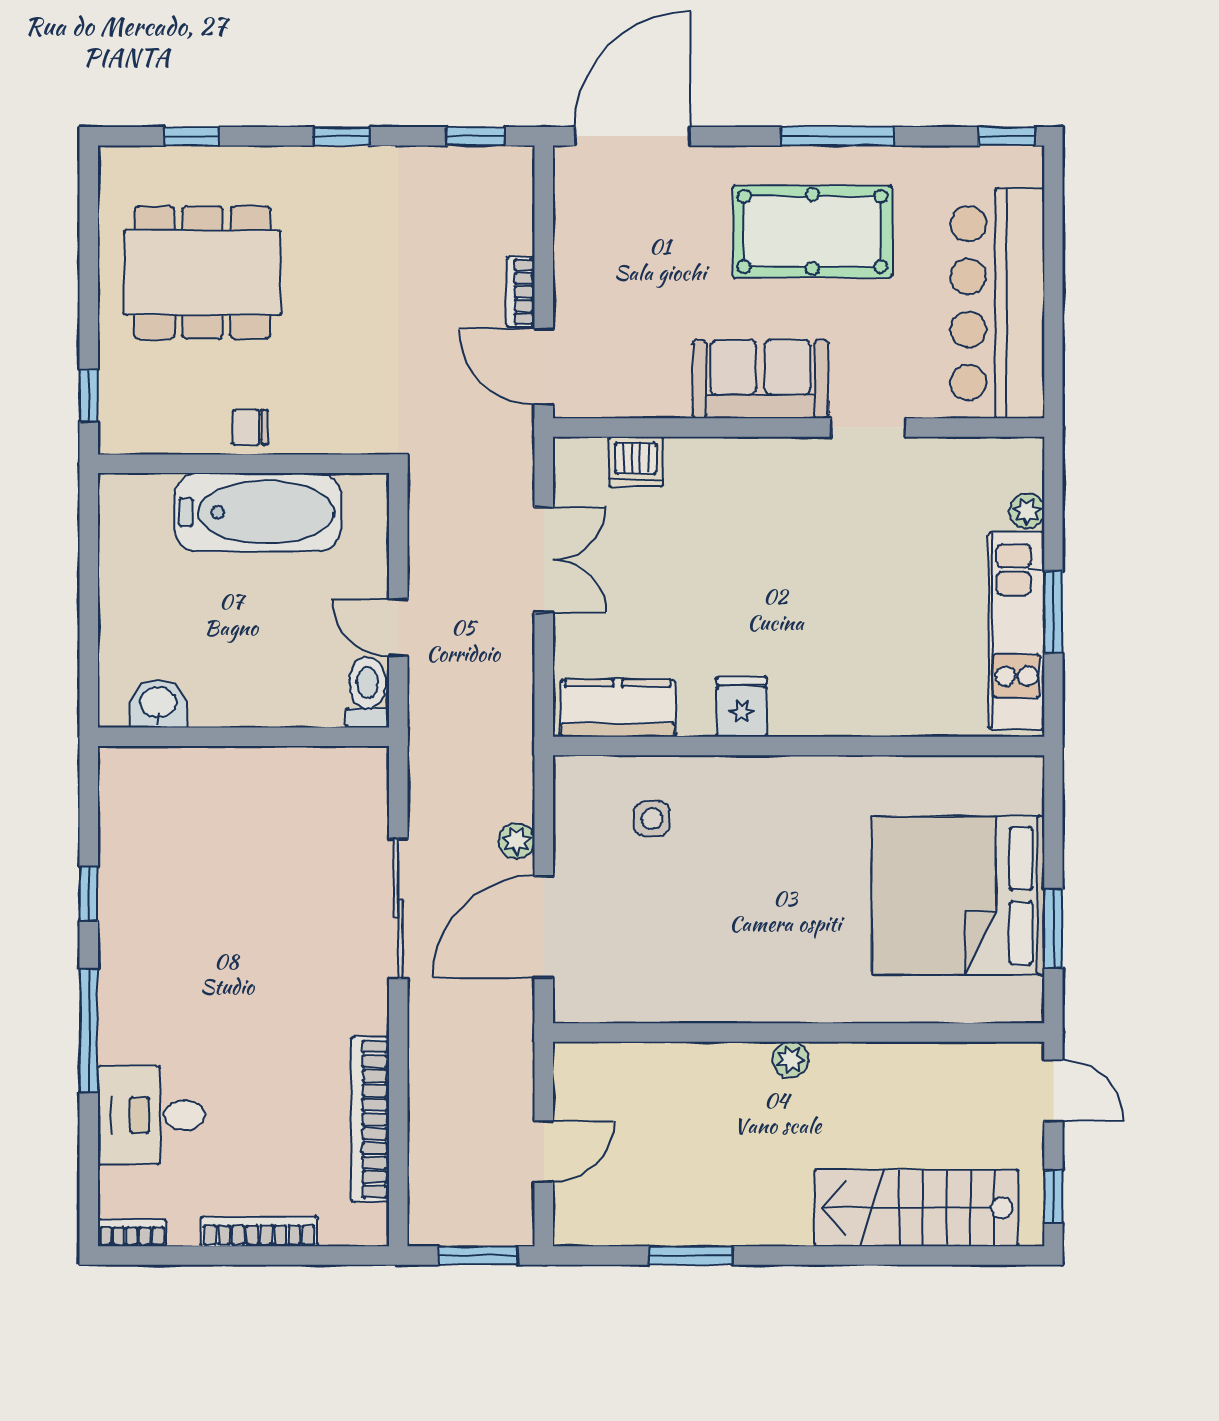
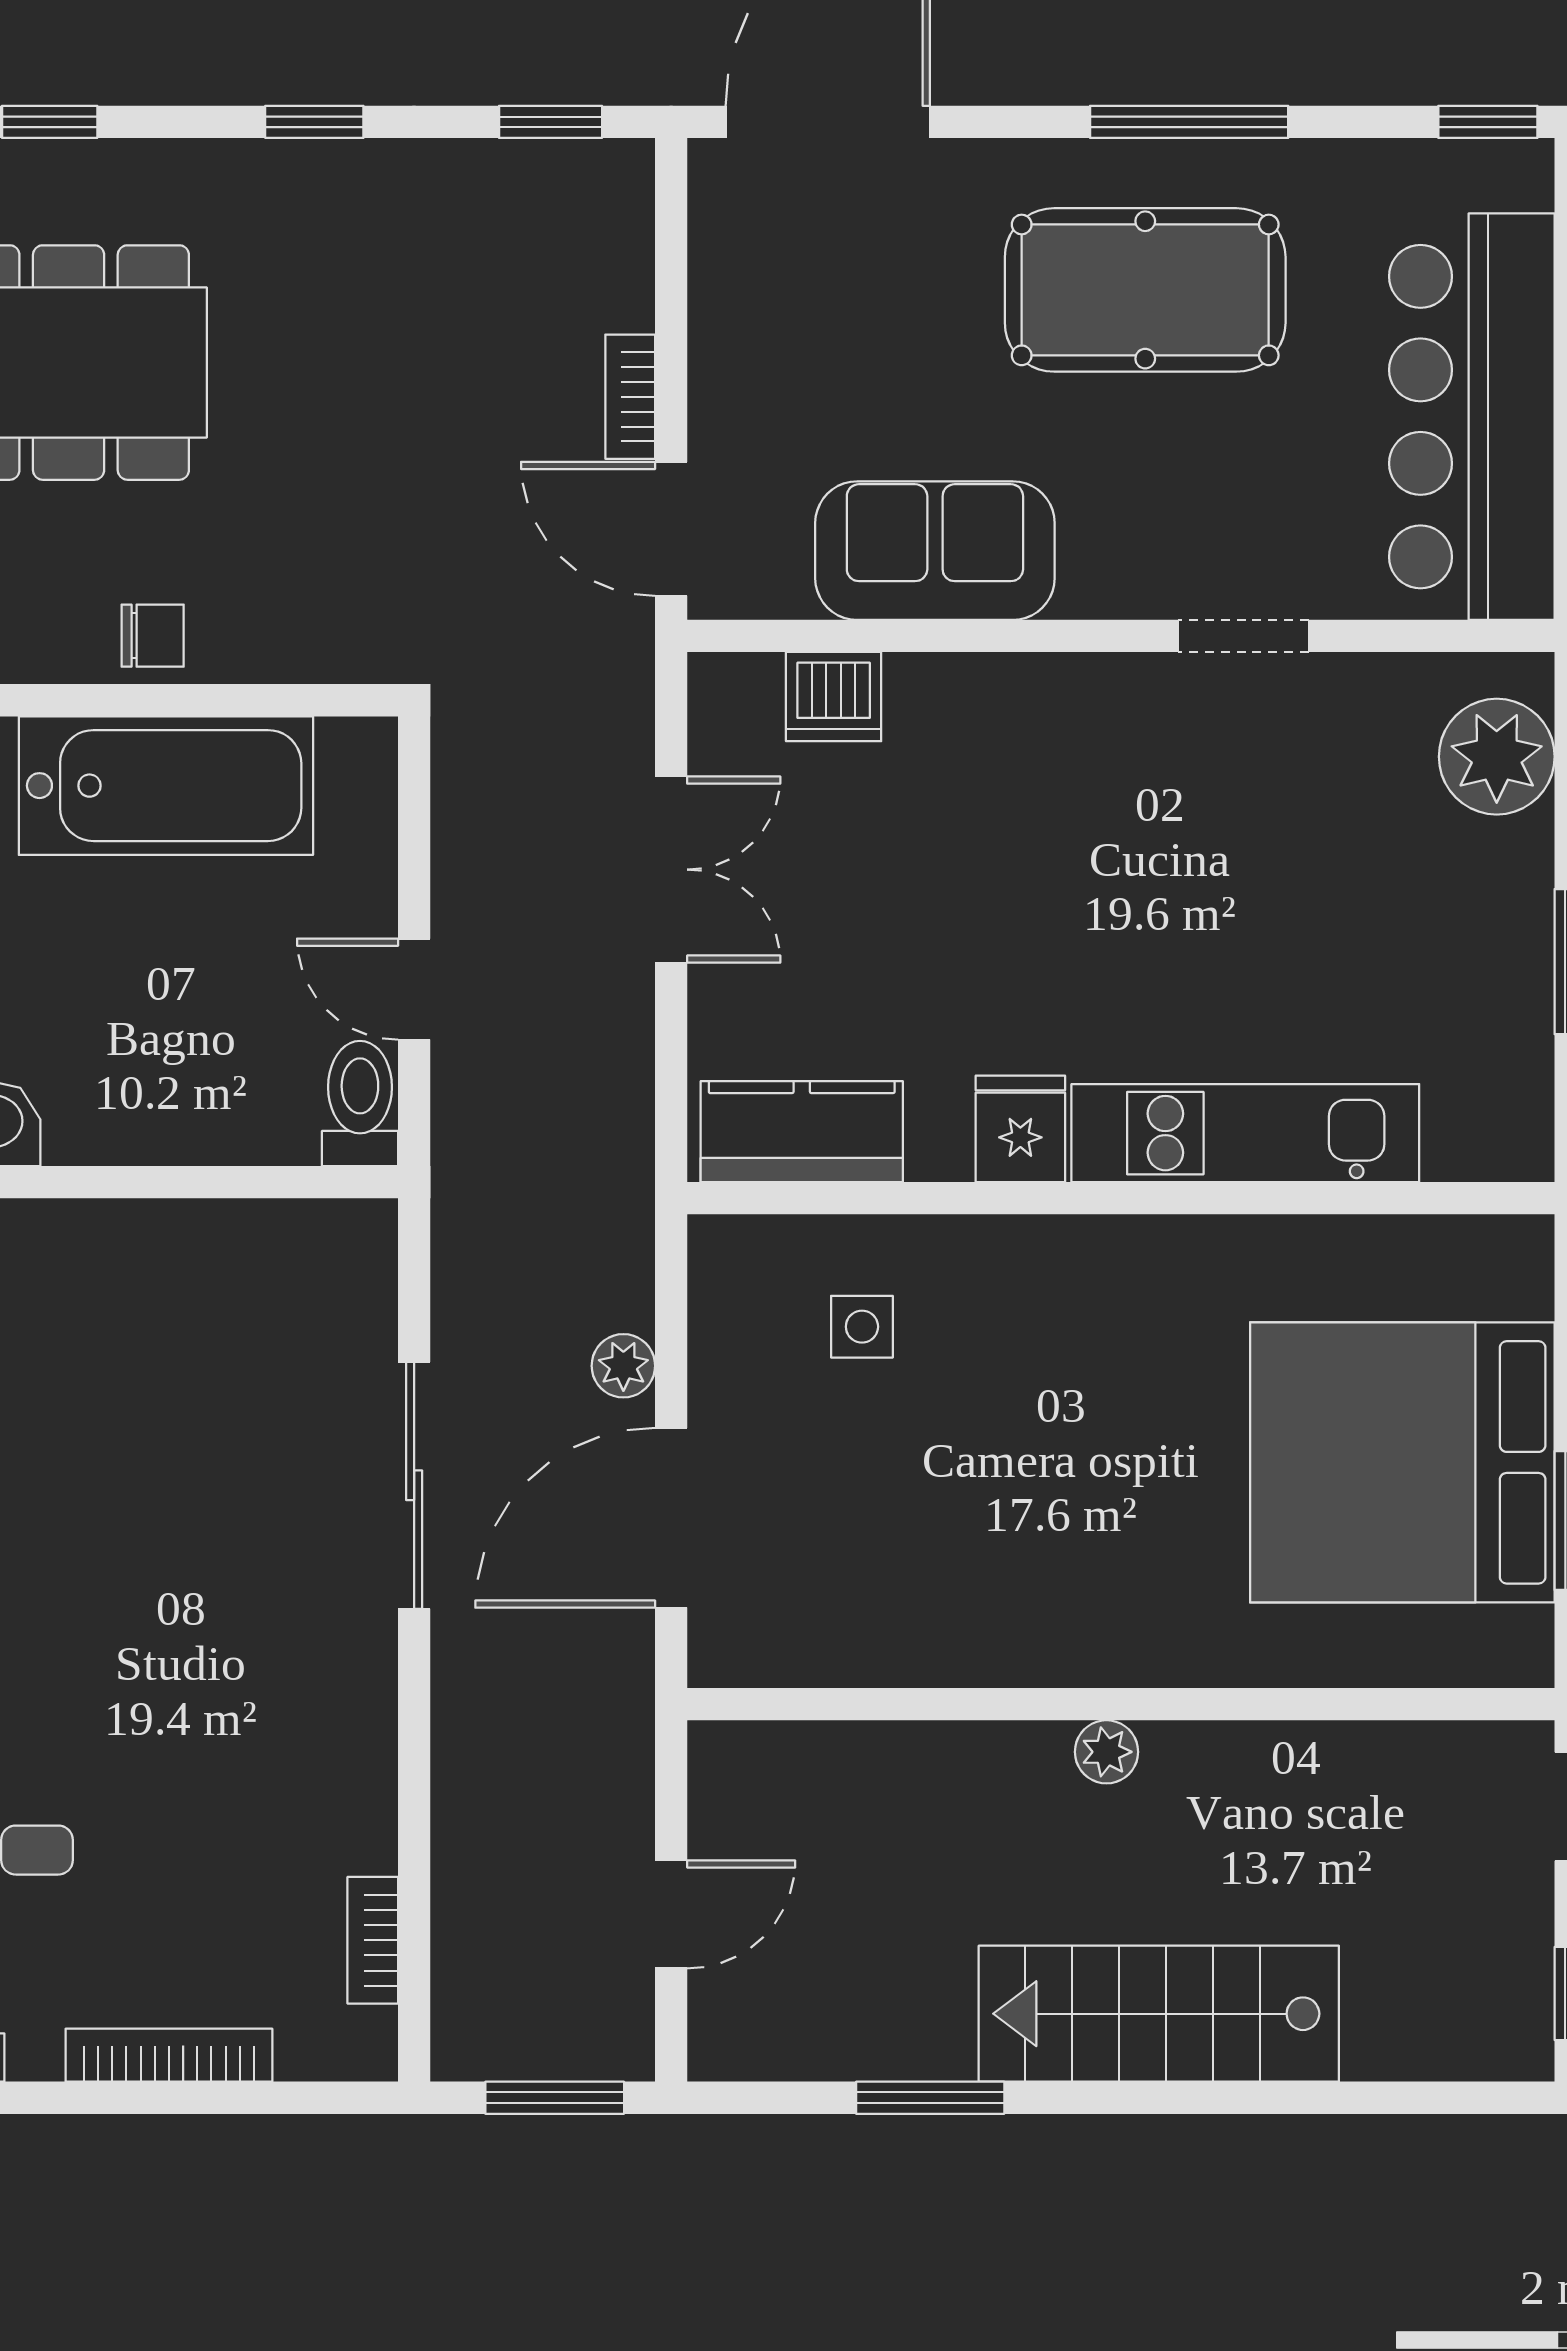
sofa: (760, 379) -> (935, 551), moved
chair: (250, 427) -> (153, 636), turned 180
plant: (1027, 511) -> (1497, 757), width x1.87, depth x1.87
kitchen unit: (1017, 631) -> (1245, 1133), moved, turned 90
bookcase: (370, 1119) -> (373, 1940), width x0.43, depth x0.76
stairs: (916, 1208) -> (1159, 2014), moved

